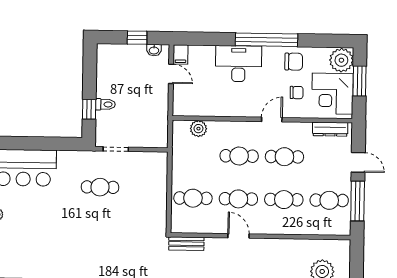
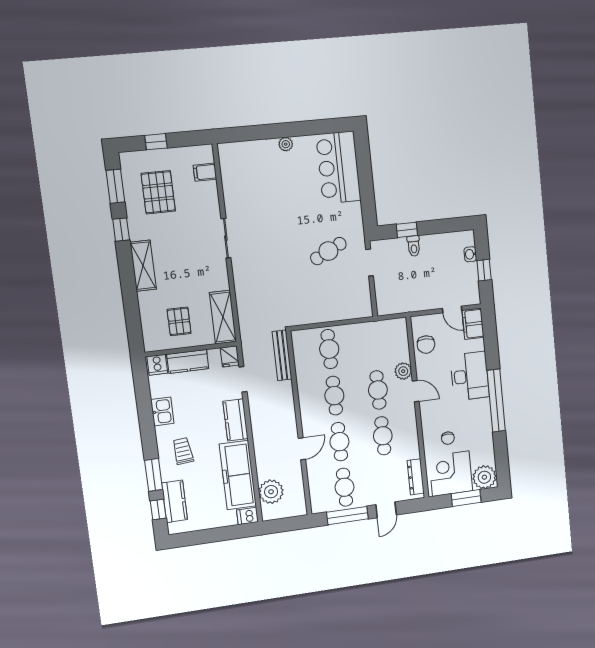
washbasin: (154, 50) -> (470, 254), moved
filing cabinet: (181, 54) -> (473, 324), width x2.00
chair: (294, 62) -> (426, 345), moved
door: (171, 74) -> (452, 309), hinge flipped
door: (272, 120) -> (416, 391), moved
plant: (198, 129) -> (403, 371), moved
cafe table: (100, 187) -> (328, 251), turned 64
door: (238, 236) -> (302, 449), moved
bench: (186, 244) -> (282, 355), width x1.36

